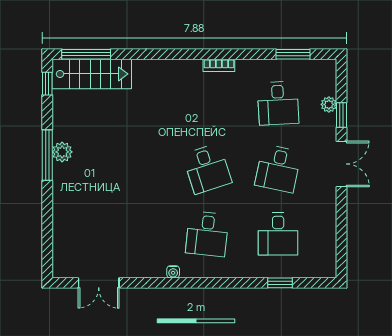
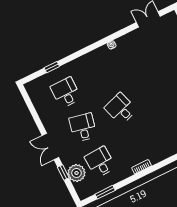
plant: (329, 104) -> (77, 173), width x1.88, depth x1.88
desk: (207, 234) -> (103, 74), removed

